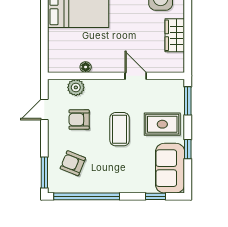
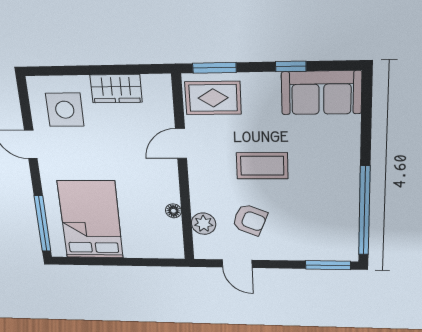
armchair: (79, 120) -> (250, 220), turned -68
rug: (162, 124) -> (213, 98), moved, turned 90
armchair: (73, 163) -> (314, 229), removed
window: (155, 196) -> (366, 114), removed

